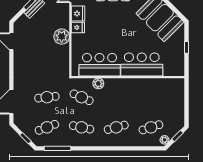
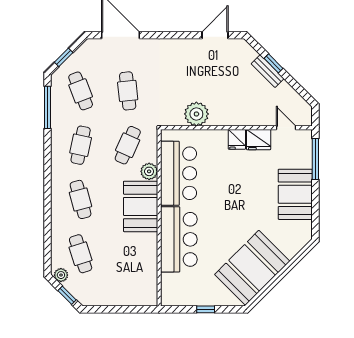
plant: (62, 37) -> (196, 114), moved
booth: (121, 89) -> (141, 206), added

